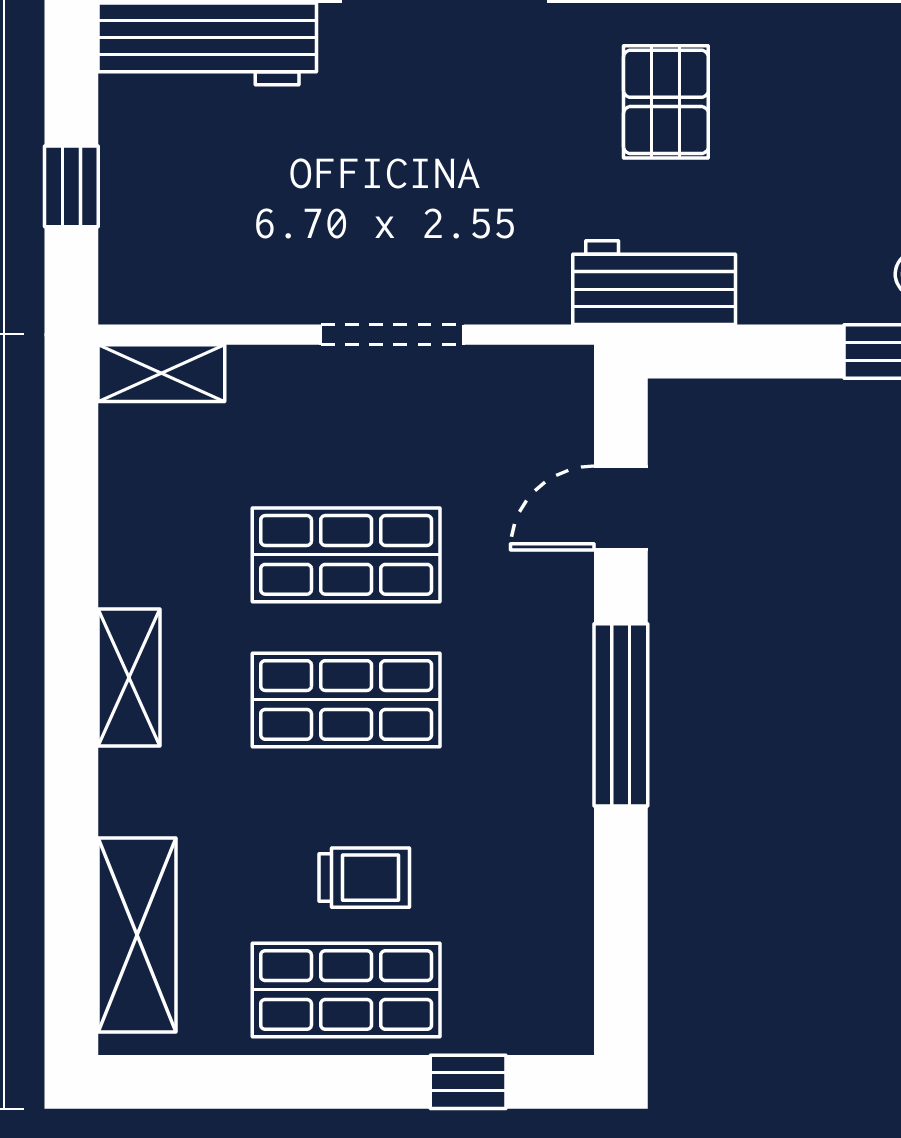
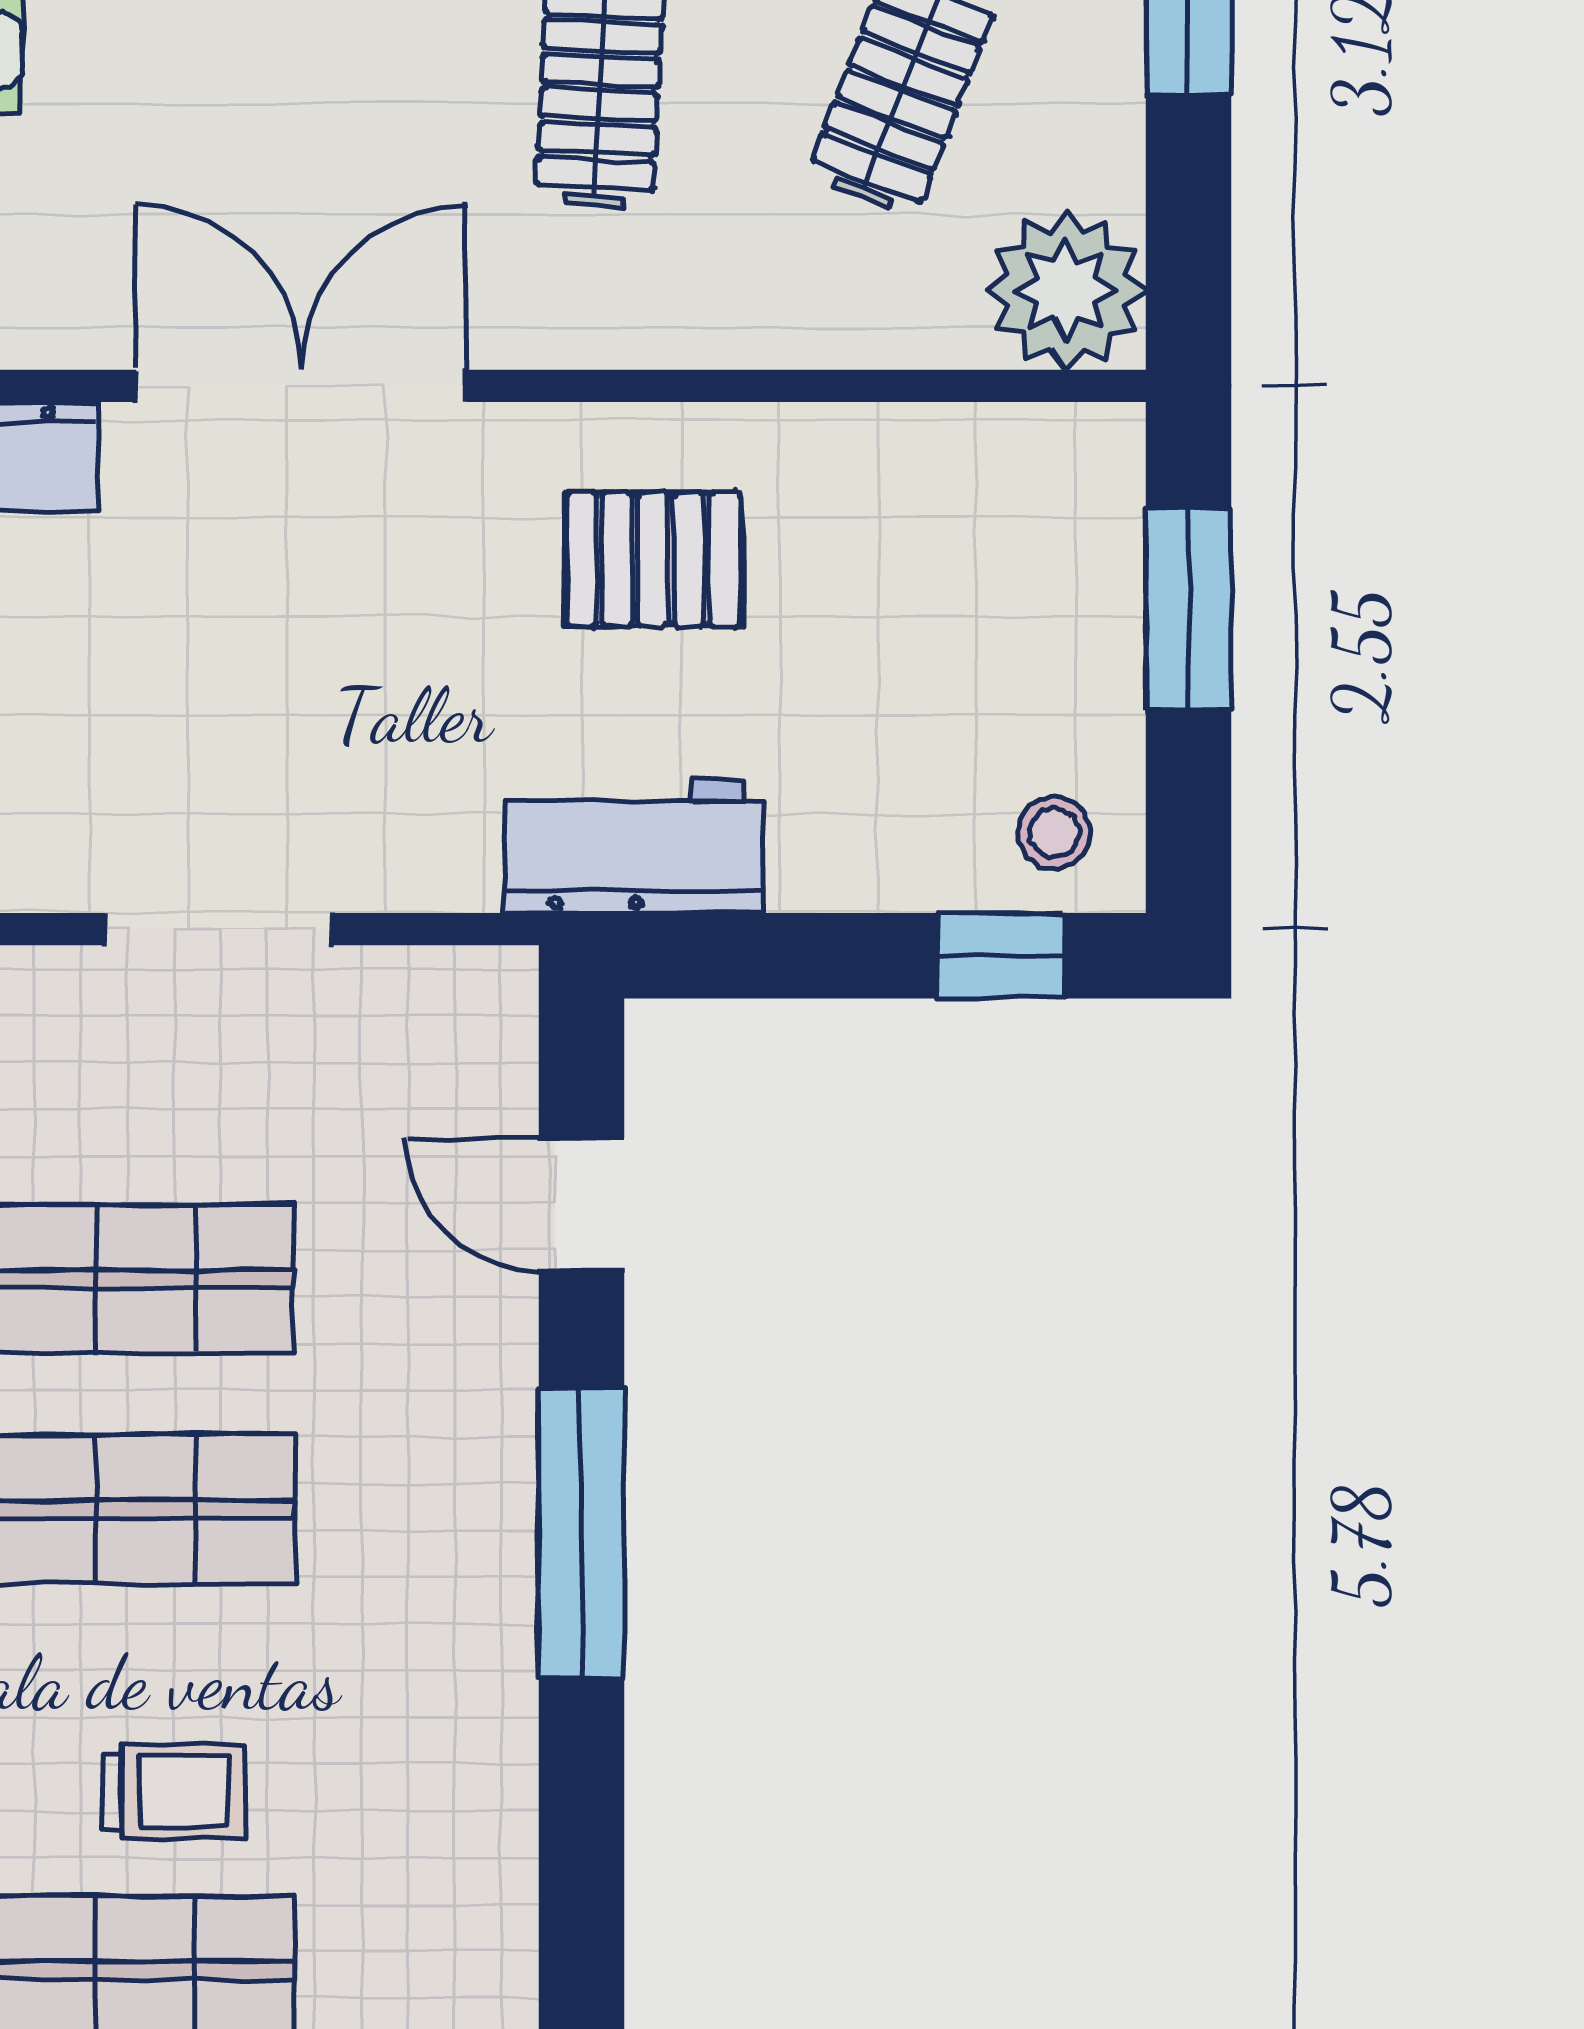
pallet: (666, 102) -> (653, 559), turned 90
door: (621, 508) -> (582, 1204), hinge flipped

